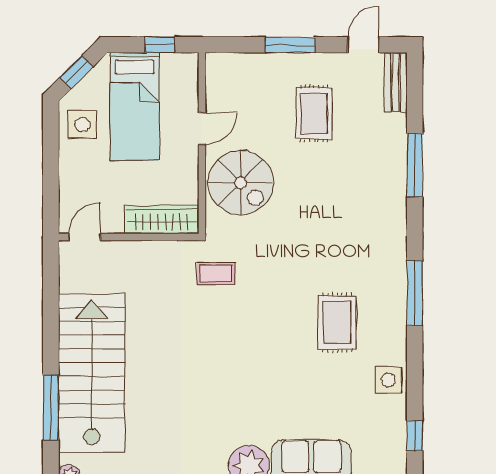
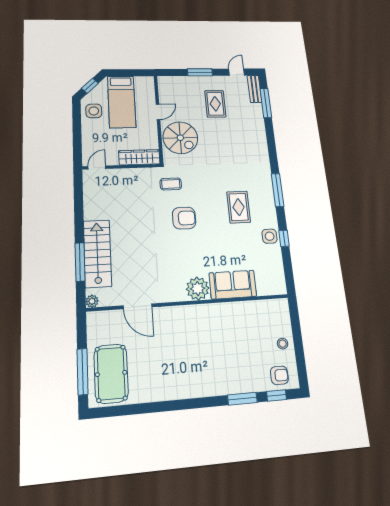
window: (160, 45) -> (133, 73), removed
window: (415, 165) -> (266, 103), moved
armchair: (235, 339) -> (184, 218), added
stairs: (92, 373) -> (97, 253), width x0.73, depth x0.66
window: (415, 436) -> (284, 238), moved

